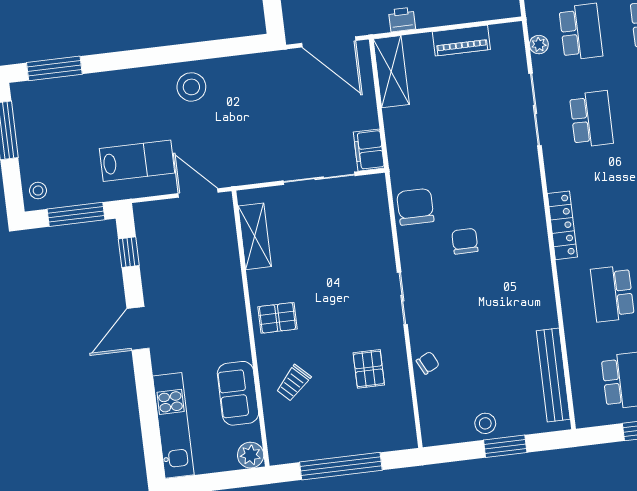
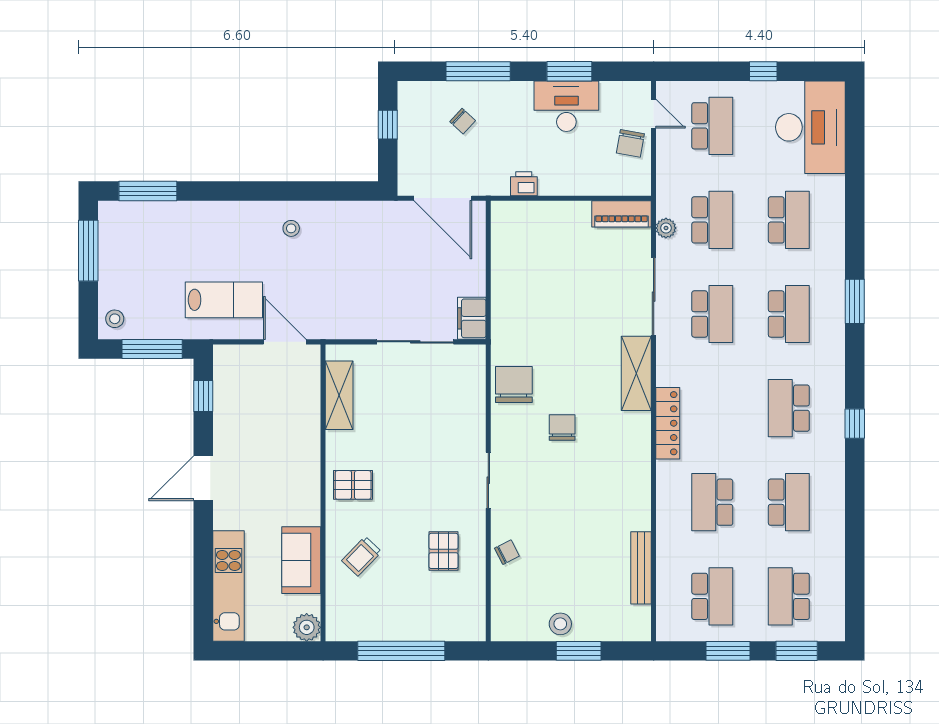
piano: (461, 41) -> (622, 214), moved
shelving: (391, 72) -> (636, 373), moved
stool: (191, 87) -> (291, 228), width x0.53, depth x0.53
bench: (553, 375) -> (641, 568), width x0.73, depth x0.82

